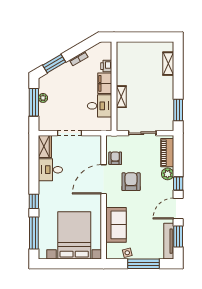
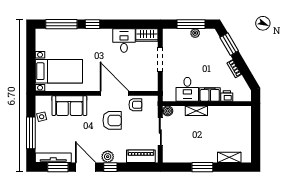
window: (178, 110) -> (202, 167), moved
boiler: (121, 126) -> (168, 111), added
plant: (168, 174) -> (108, 157), moved
bed with nightstands: (74, 235) -> (59, 71), width x0.73

